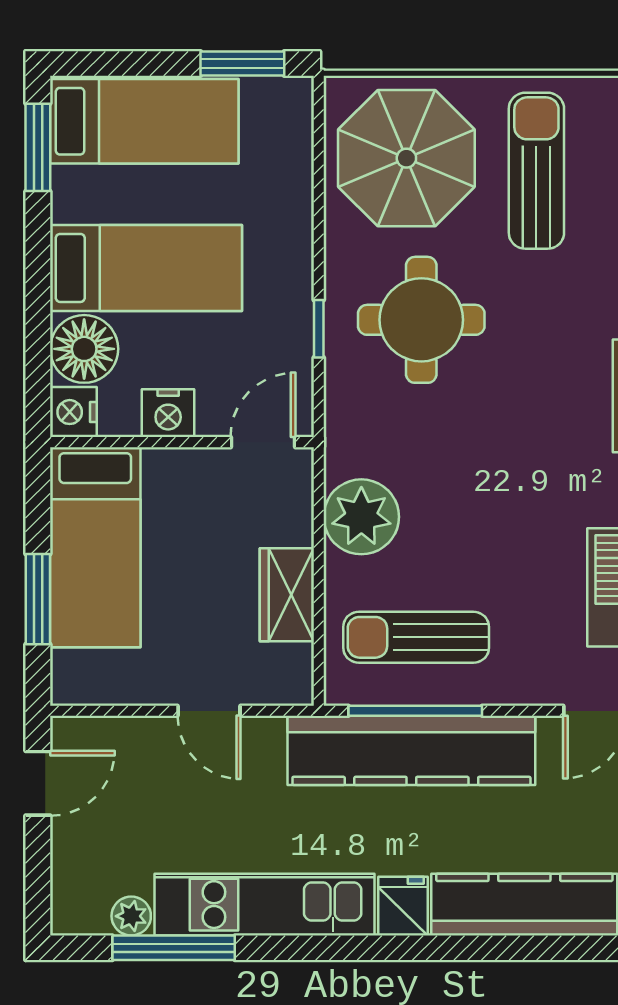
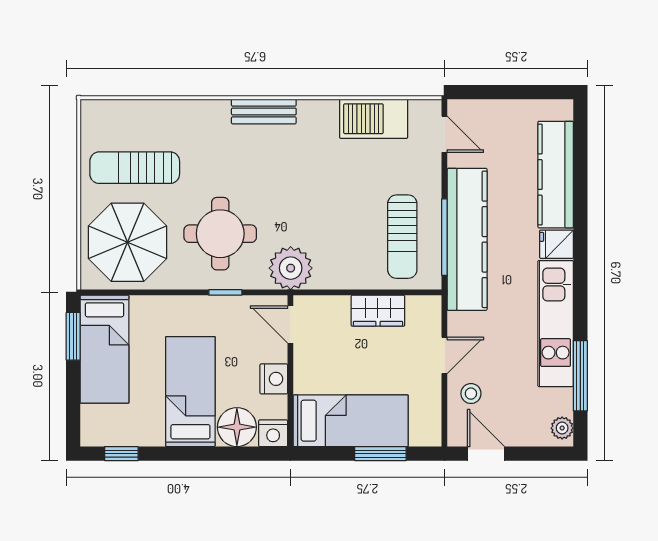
bed: (144, 121) -> (105, 349), moved, turned 180
window: (38, 147) -> (121, 454), width x0.67
plant: (361, 517) -> (291, 268), moved
stool: (143, 757) -> (471, 394), added
plant: (131, 916) -> (562, 428), moved

